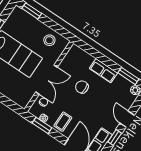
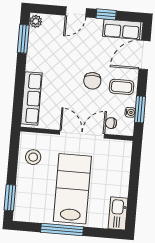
row of seats: (103, 71) -> (31, 98), moved, width x1.48
chair: (82, 87) -> (92, 81), moved

